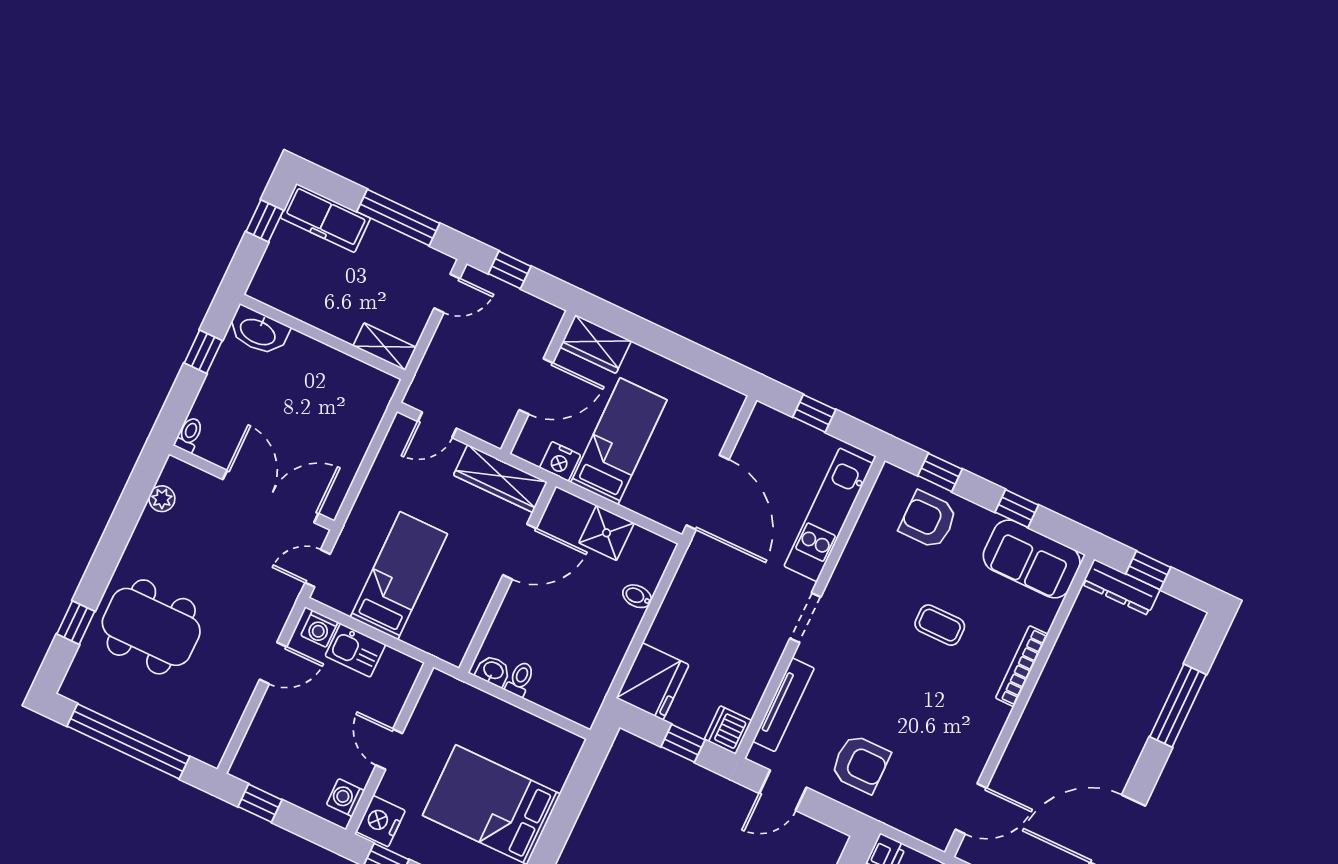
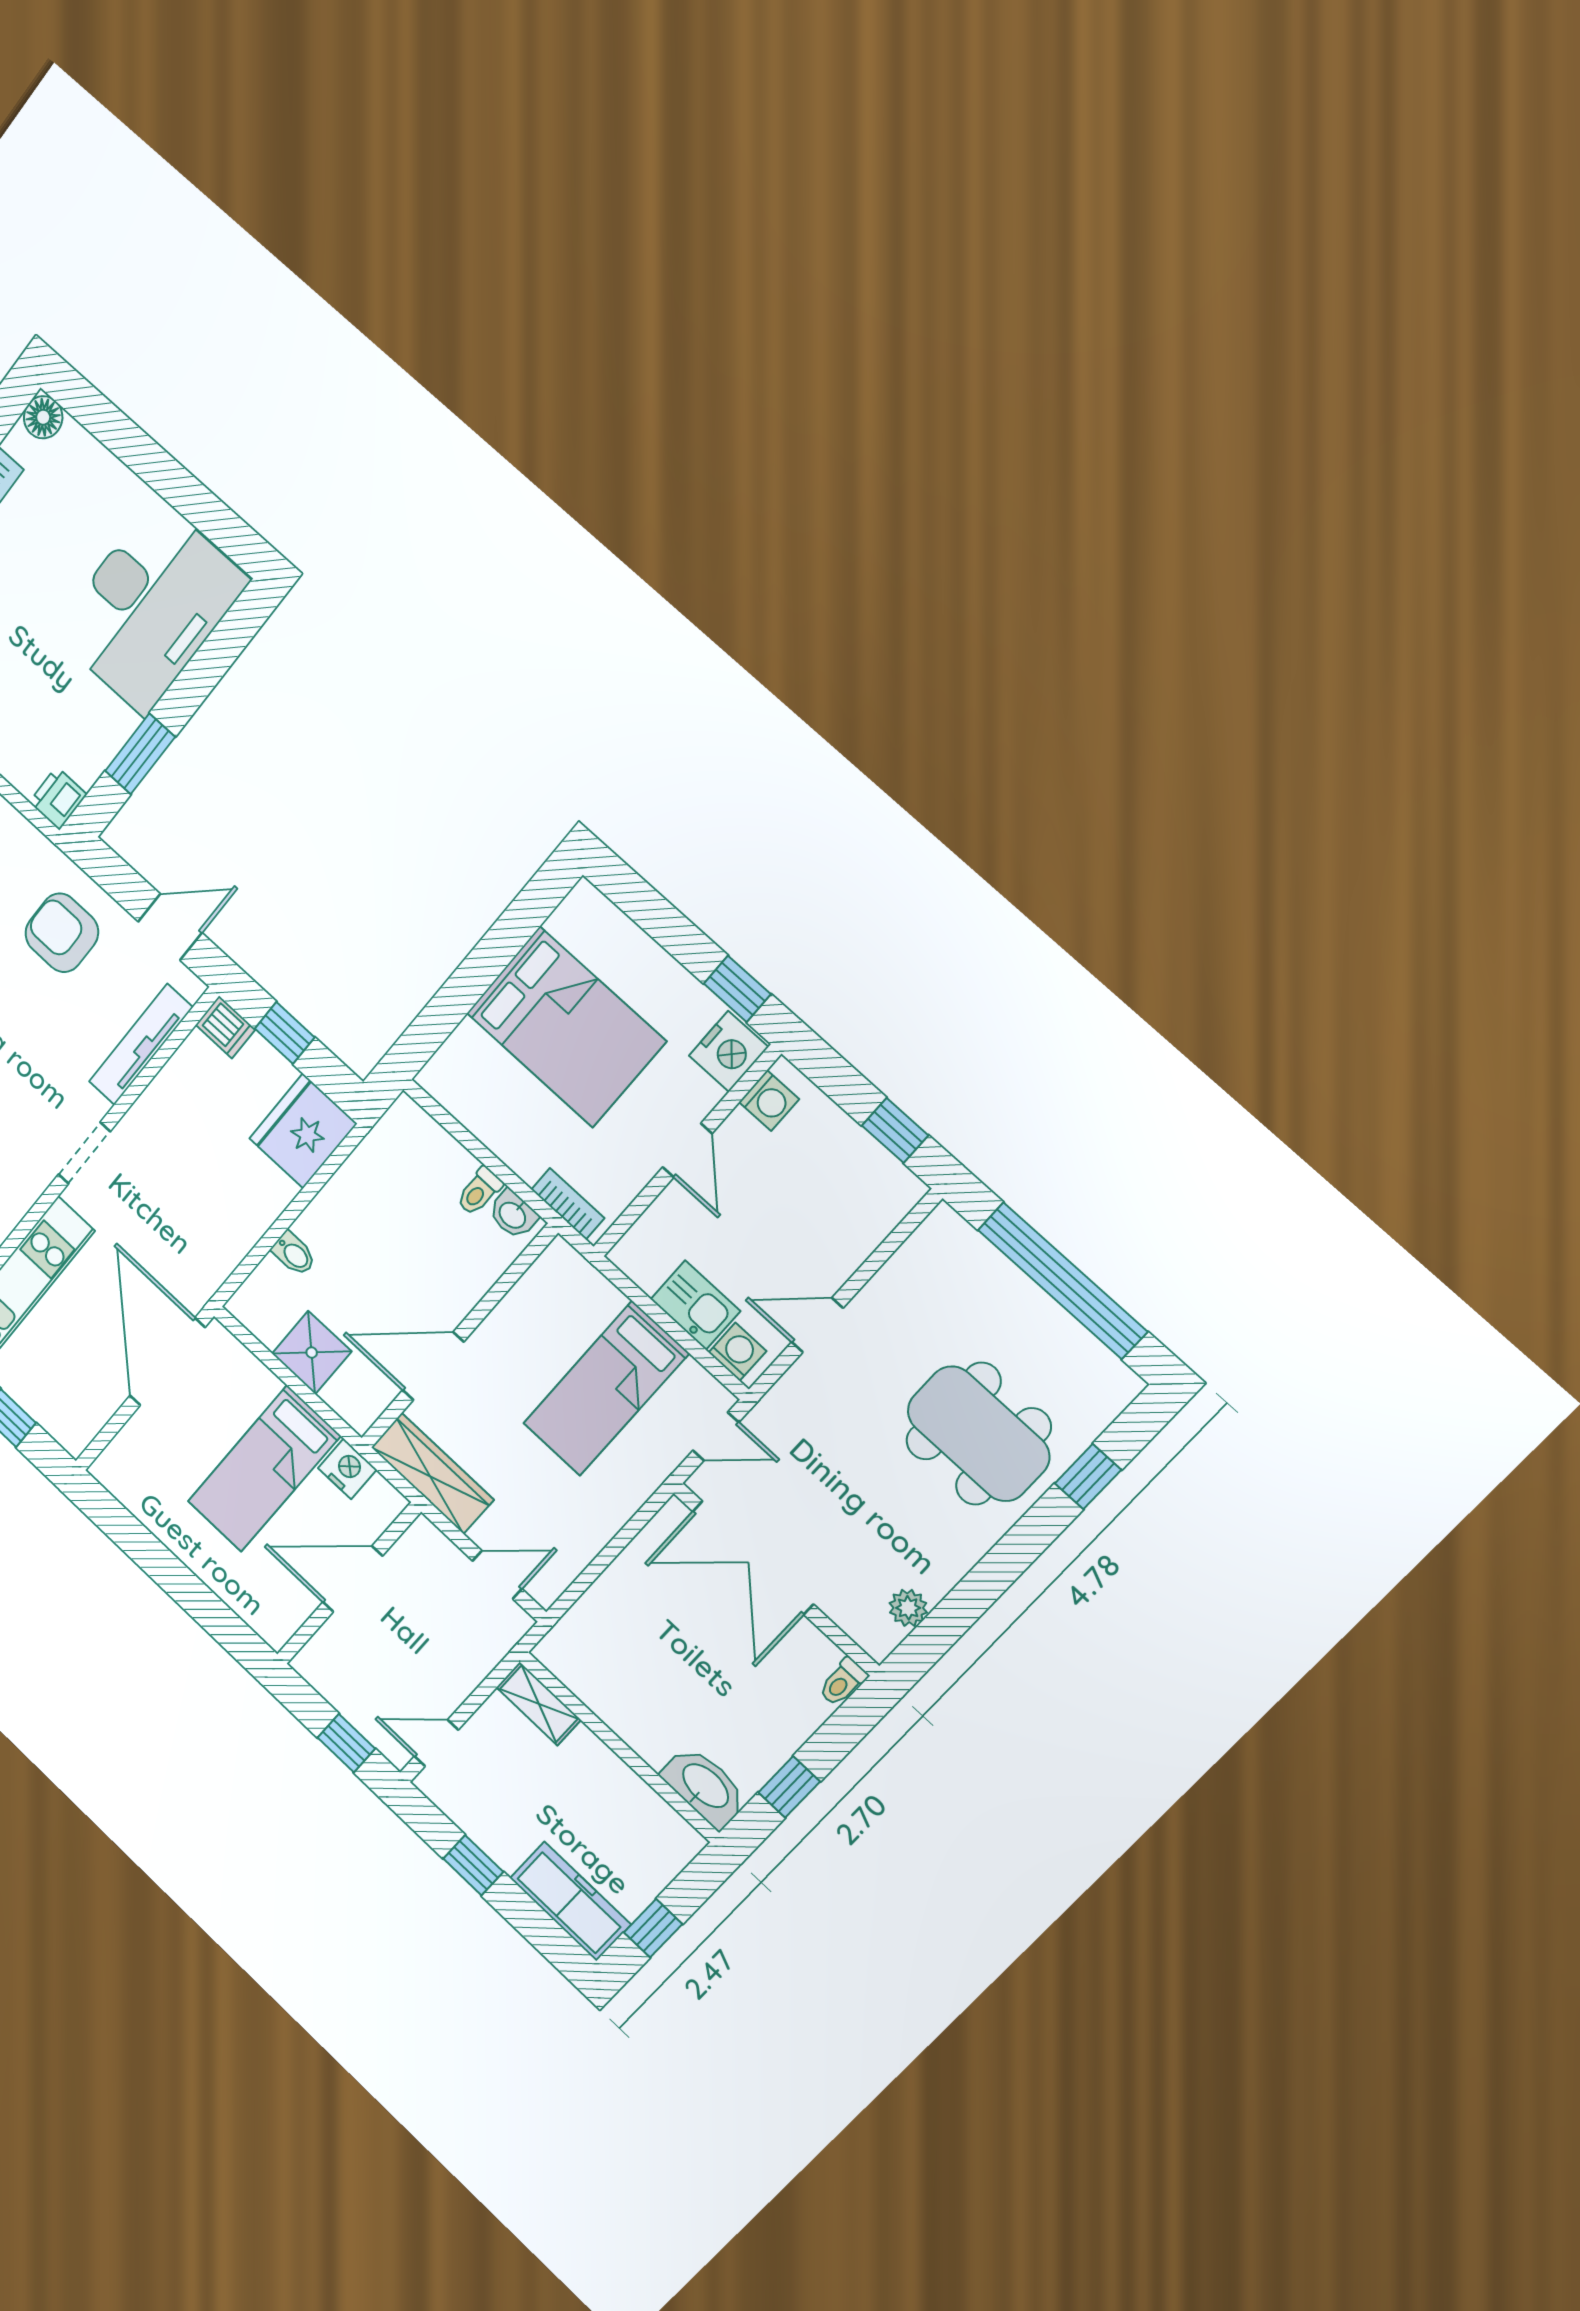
window: (398, 218) -> (473, 1865), width x0.46
wardrobe: (596, 344) -> (261, 1607), removed
bookcase: (458, 690) -> (568, 1204), added
dishwasher: (728, 730) -> (226, 1027), width x0.73

